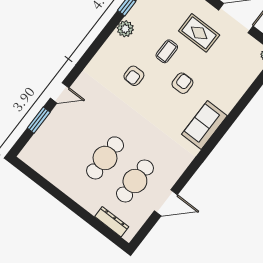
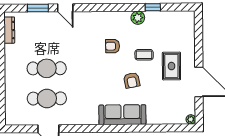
armchair: (182, 83) -> (132, 80), turned 79
sofa: (204, 125) -> (122, 115), width x1.36
dresser: (112, 222) -> (9, 30), moved

